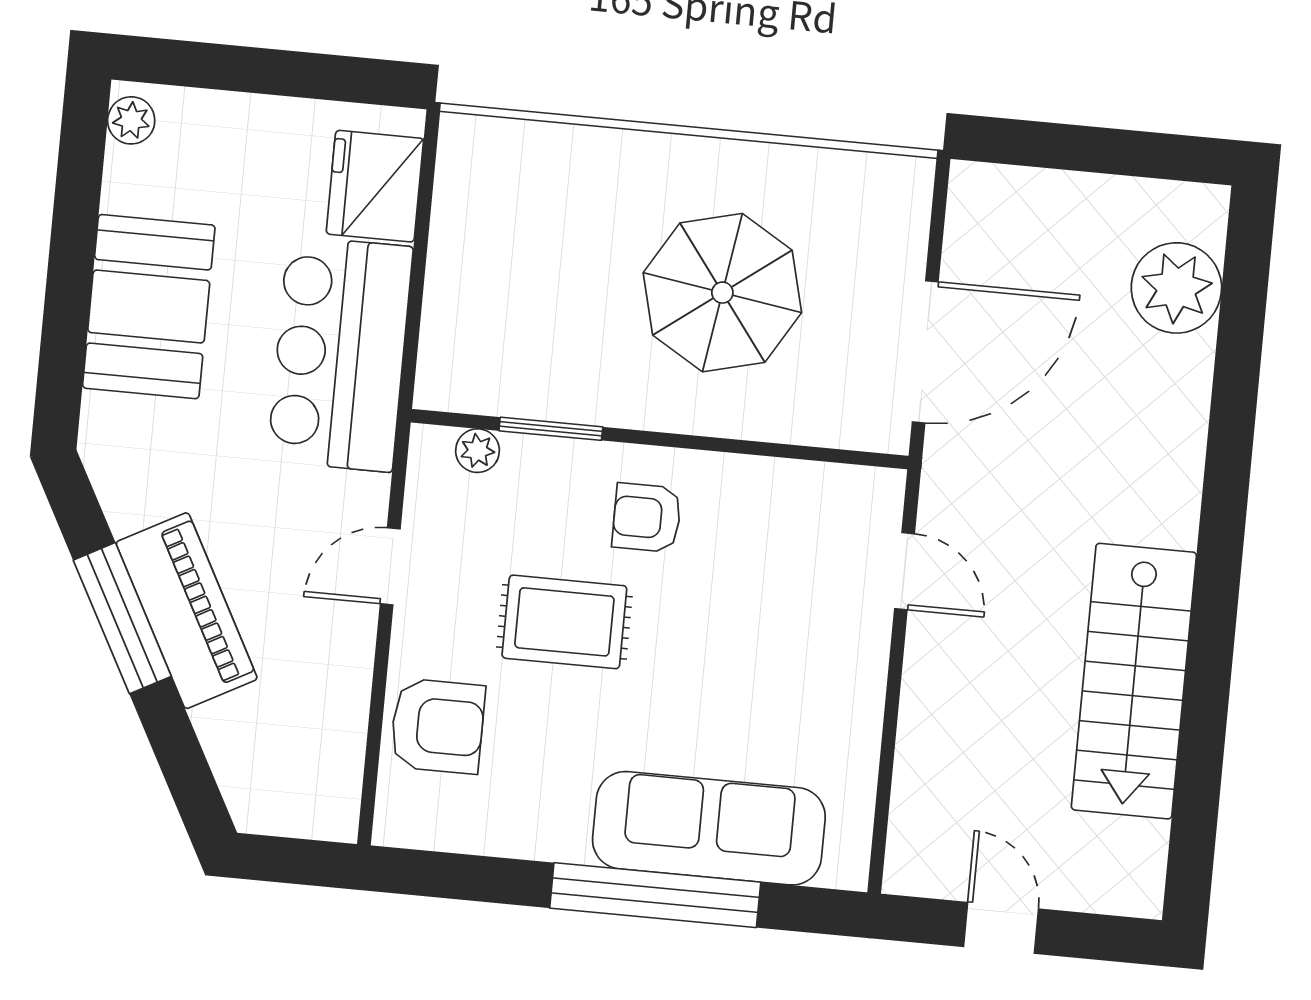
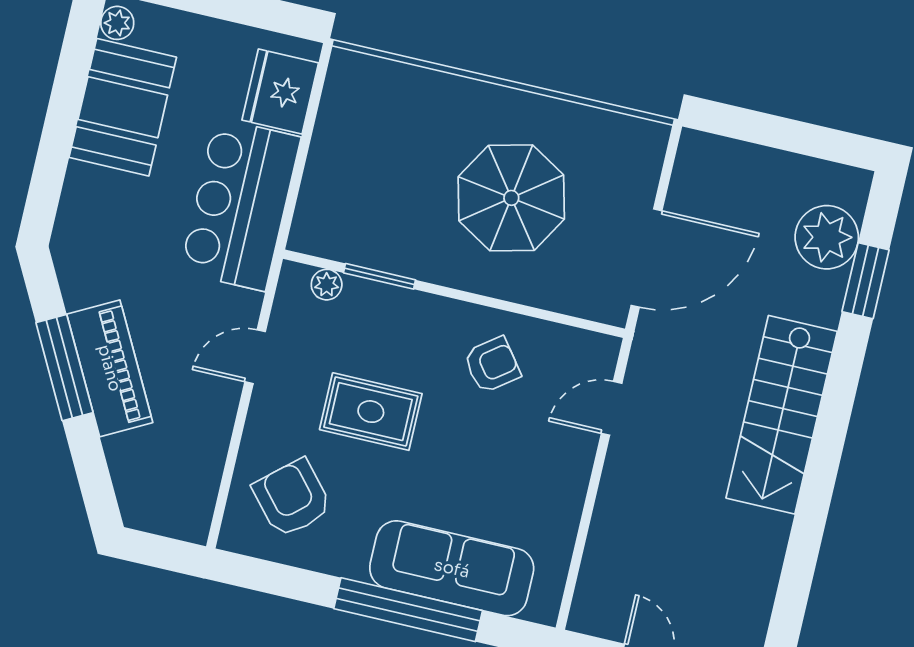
booth: (149, 307) -> (123, 107), moved
window: (1240, 342) -> (866, 281), added
armchair: (647, 518) -> (492, 365), moved, turned 143
door: (904, 571) -> (612, 408), swing flipped
stairs: (1134, 681) -> (782, 415), moved
armchair: (437, 726) -> (292, 498), moved, turned -131

